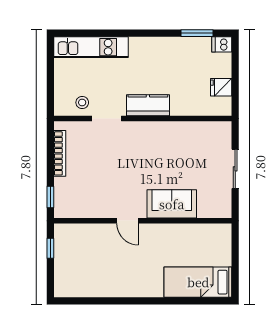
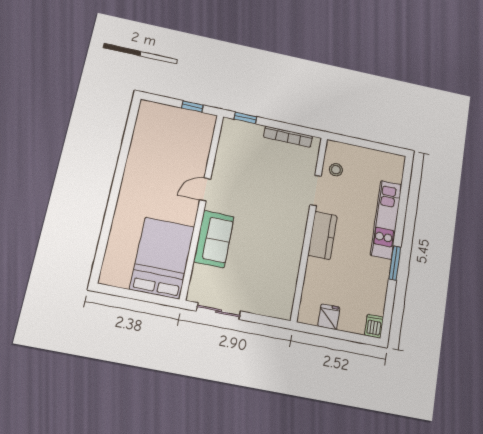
window: (197, 33) -> (395, 263), moved
kitchen unit: (91, 47) -> (386, 220), moved
sliding door: (235, 169) -> (218, 311), moved
bed: (198, 282) -> (162, 258), moved, width x1.50

